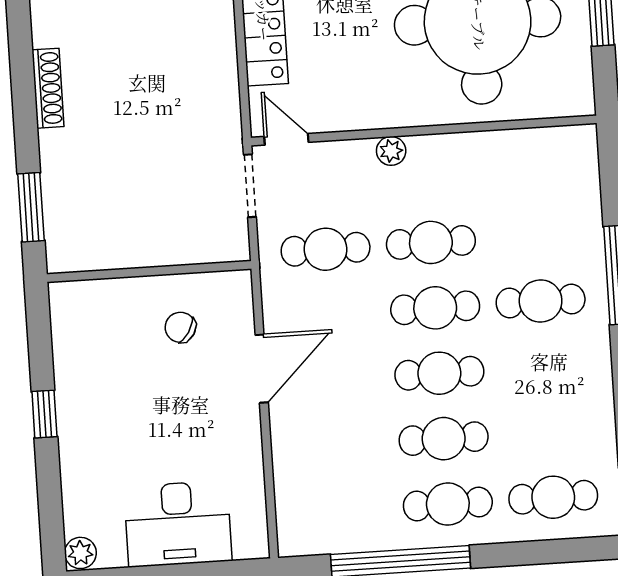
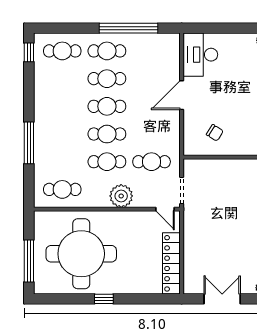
plant: (391, 151) -> (121, 196), width x1.87, depth x1.87
cafe table: (541, 301) -> (62, 189), moved
door: (262, 369) -> (182, 95), moved
desk: (178, 524) -> (200, 55), moved, turned -90

